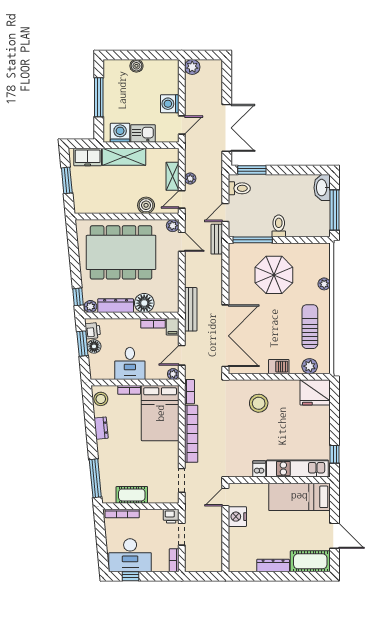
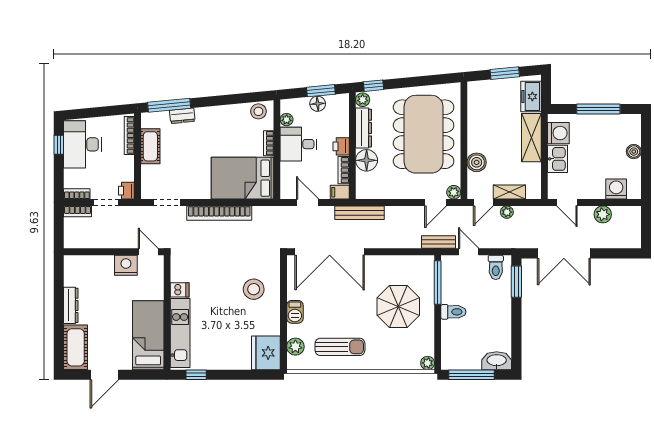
plant: (192, 67) -> (603, 214), moved
washing machine: (170, 104) -> (616, 189), moved
door: (182, 199) -> (483, 203), swing flipped
plant: (324, 284) -> (428, 363), moved
printer: (93, 331) -> (341, 146), moved, turned 95
plant: (173, 374) -> (287, 120), moved
bookcase: (190, 392) -> (78, 211), moved
dresser: (101, 428) -> (182, 116), moved

